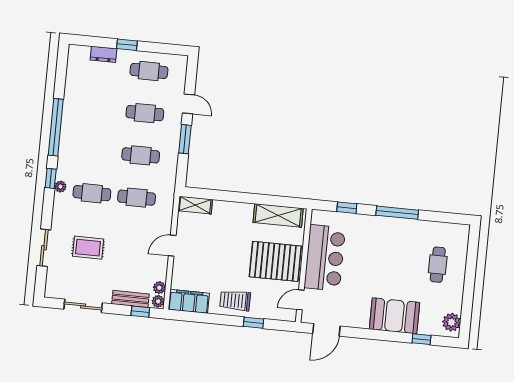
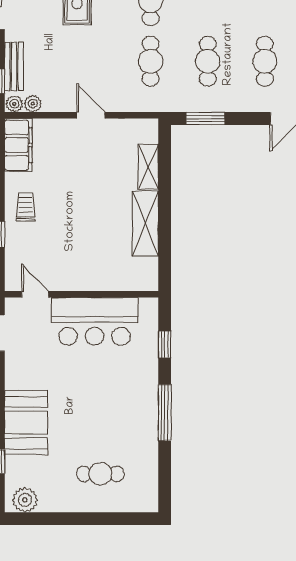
window: (185, 139) -> (205, 118), moved
shelving: (195, 205) -> (148, 167), moved
shelving: (278, 215) -> (145, 223), moved
pallet: (275, 261) -> (83, 256), removed
trolley: (235, 301) -> (26, 207), width x0.73, depth x0.72

